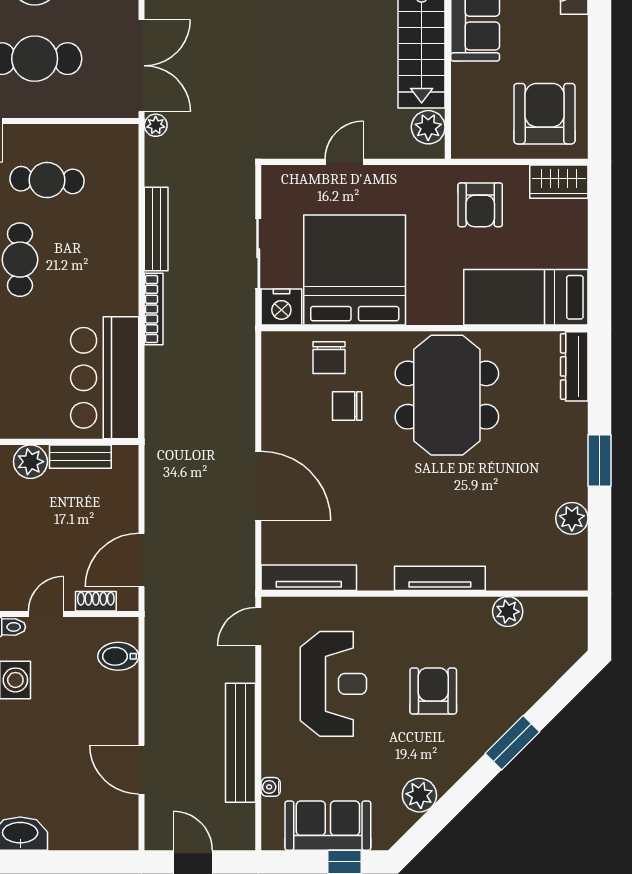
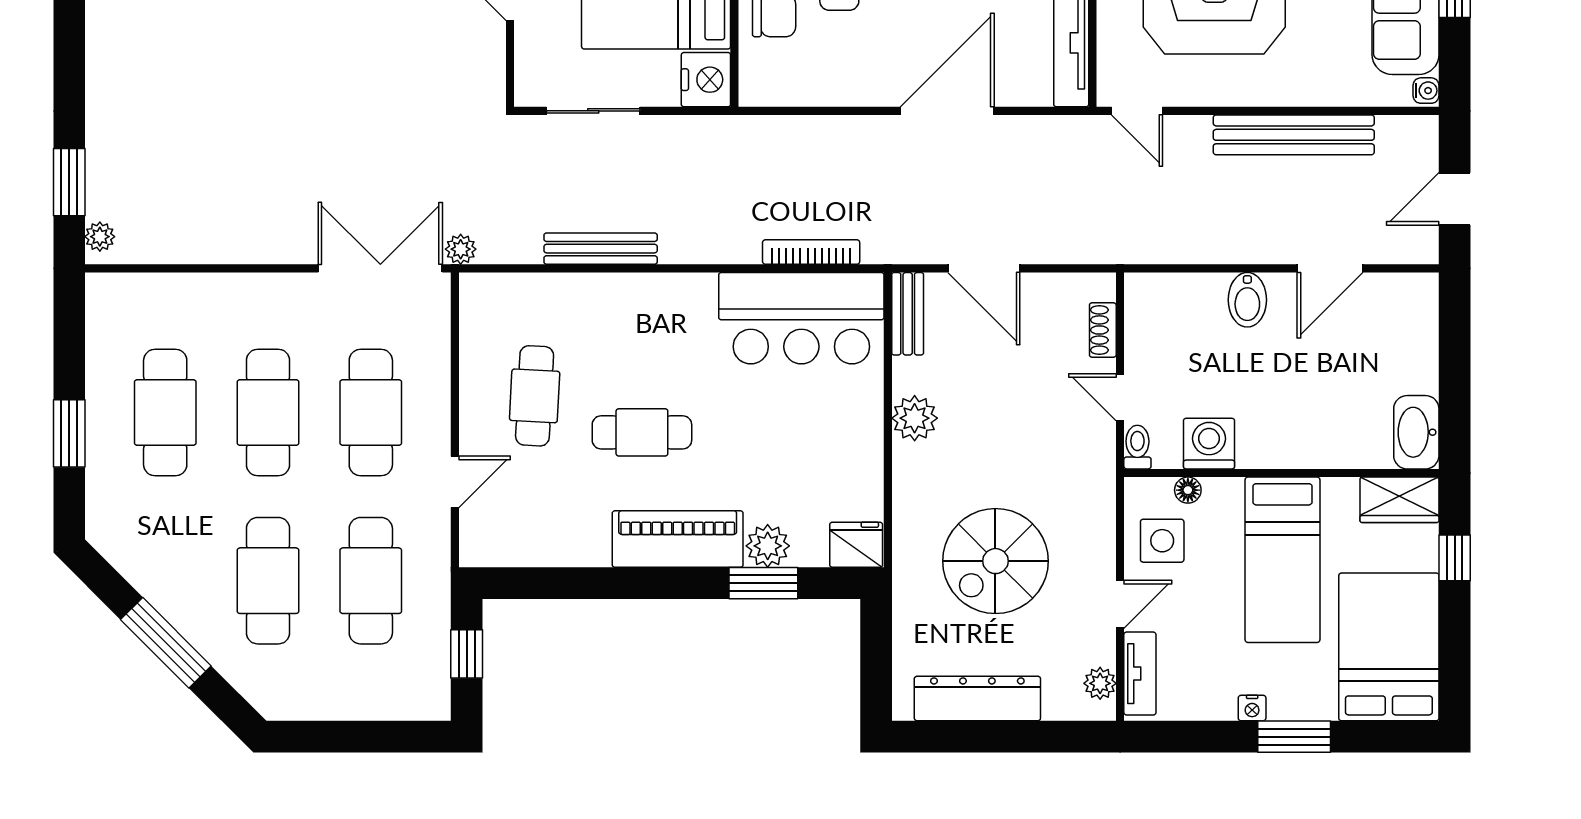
sliding door: (258, 253) -> (593, 111), moved
bookcase: (154, 309) -> (811, 252), moved
bench: (80, 457) -> (908, 314), moved
door: (142, 560) -> (984, 268), moved
bidet: (118, 656) -> (1247, 300), moved
water cooler: (271, 787) -> (1426, 91), moved, turned -90

